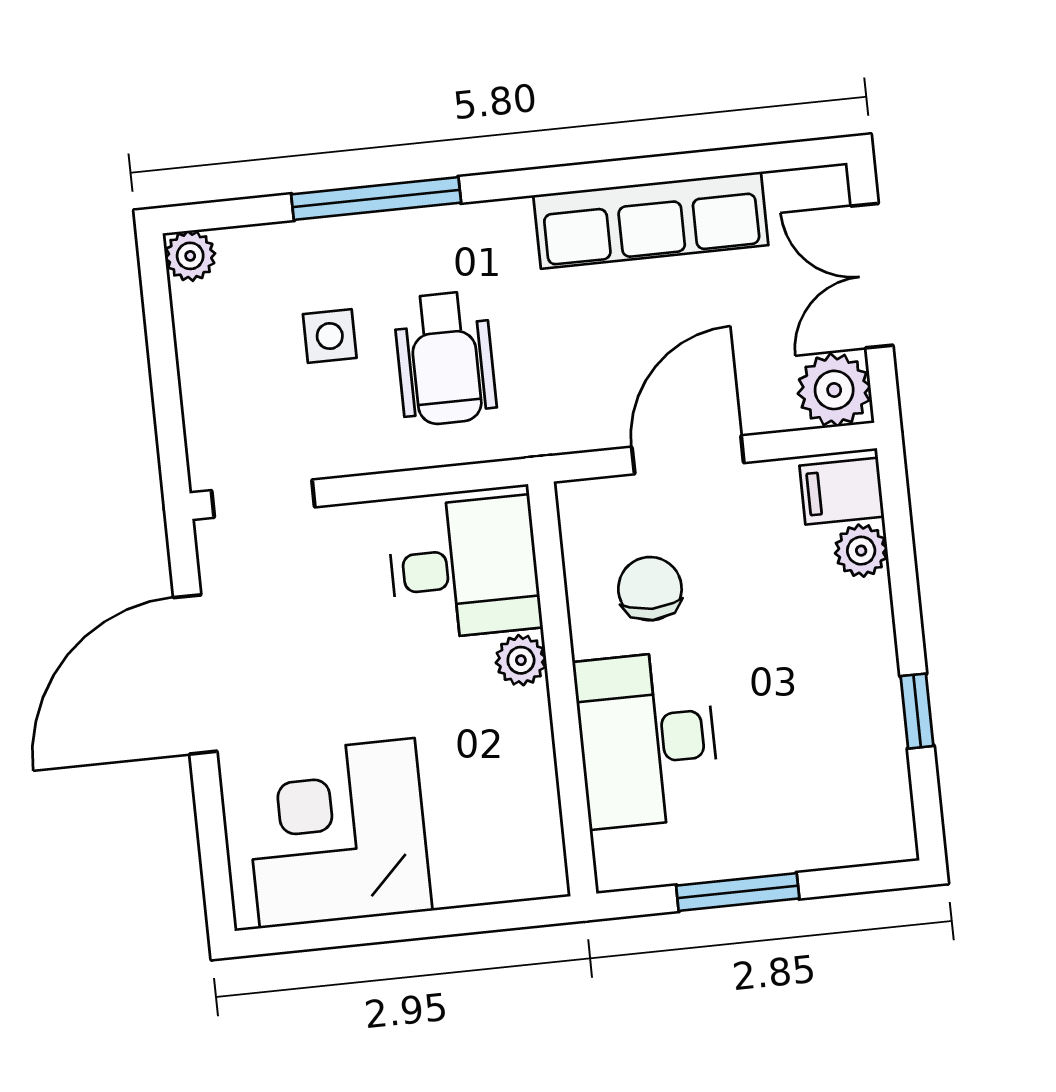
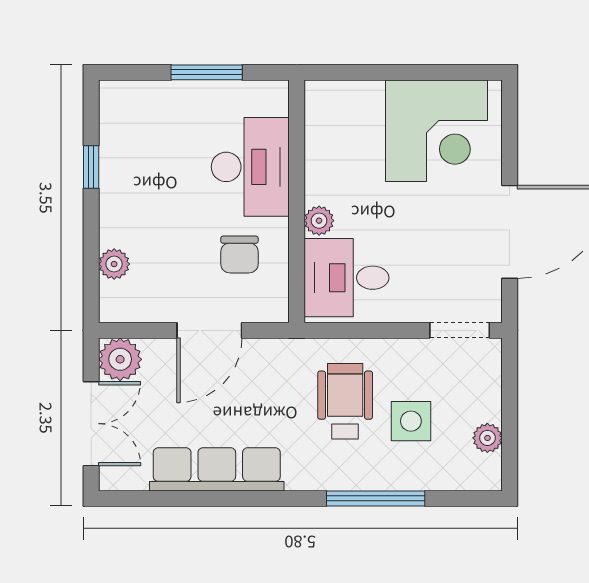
plant: (190, 256) -> (487, 438), moved
side table: (330, 336) -> (411, 421), width x1.37, depth x1.37
filing cabinet: (842, 491) -> (122, 300), removed

